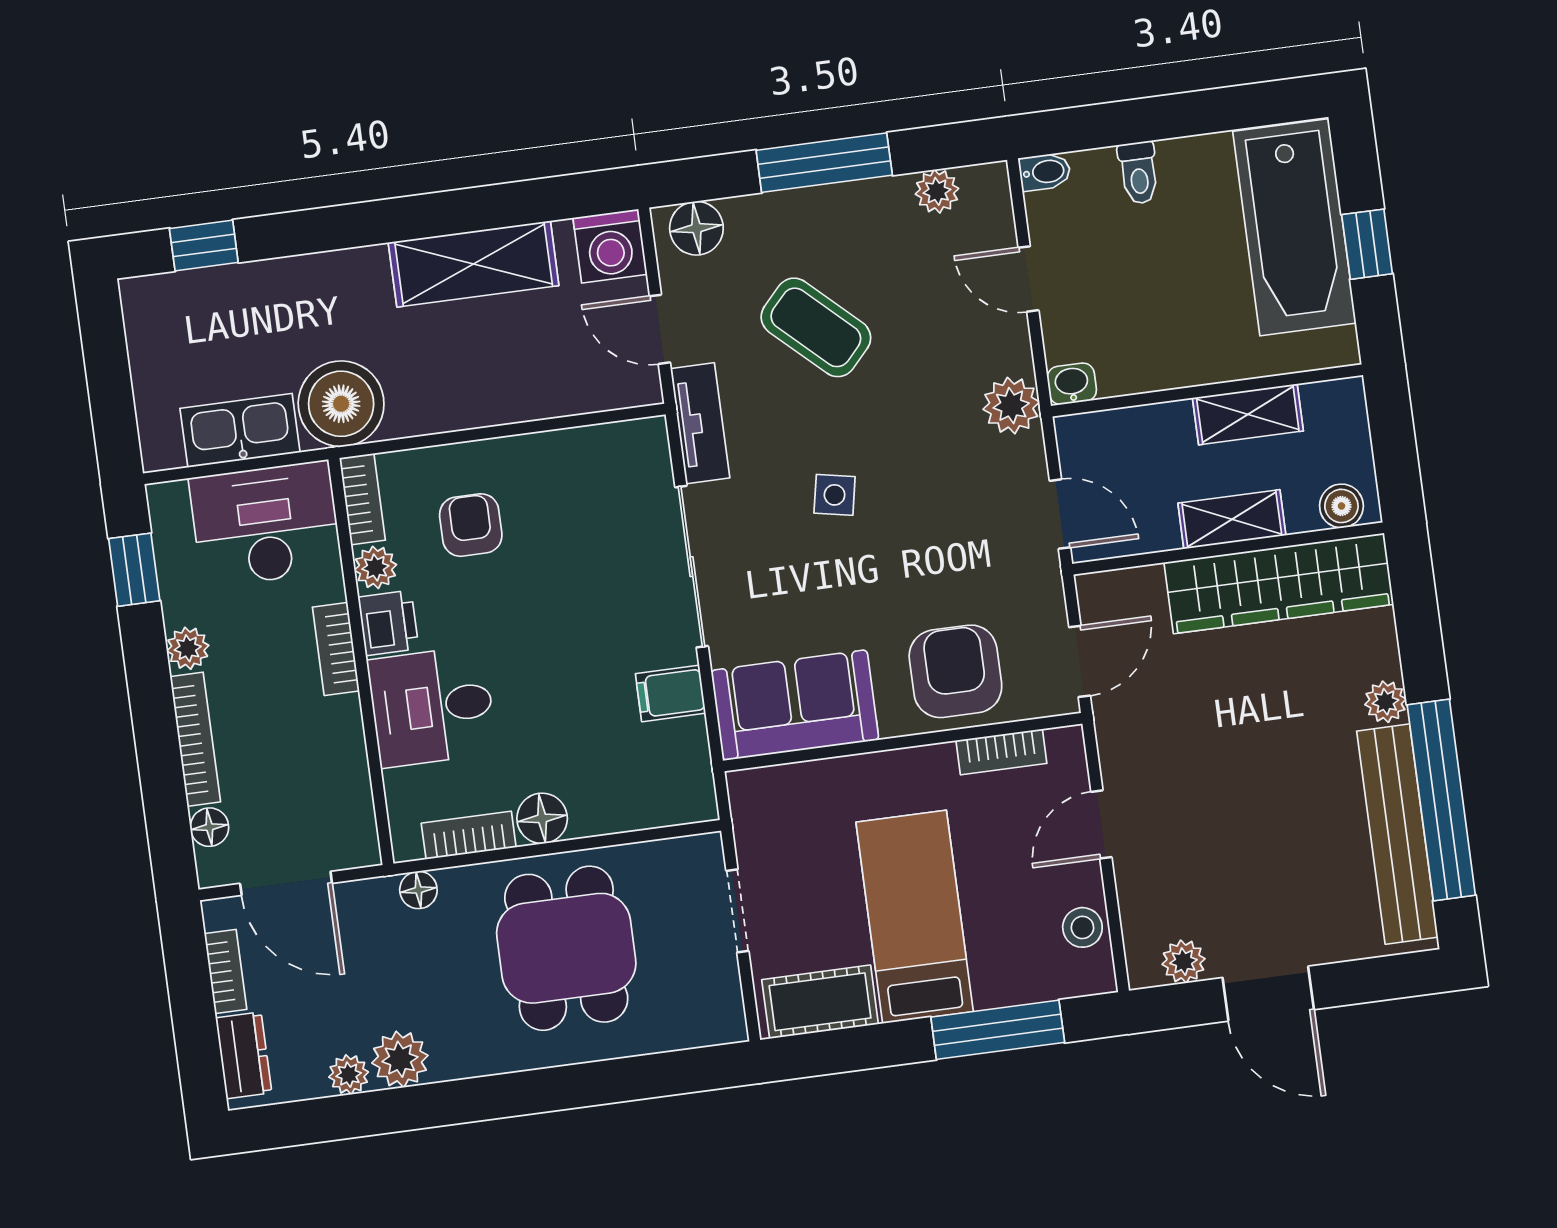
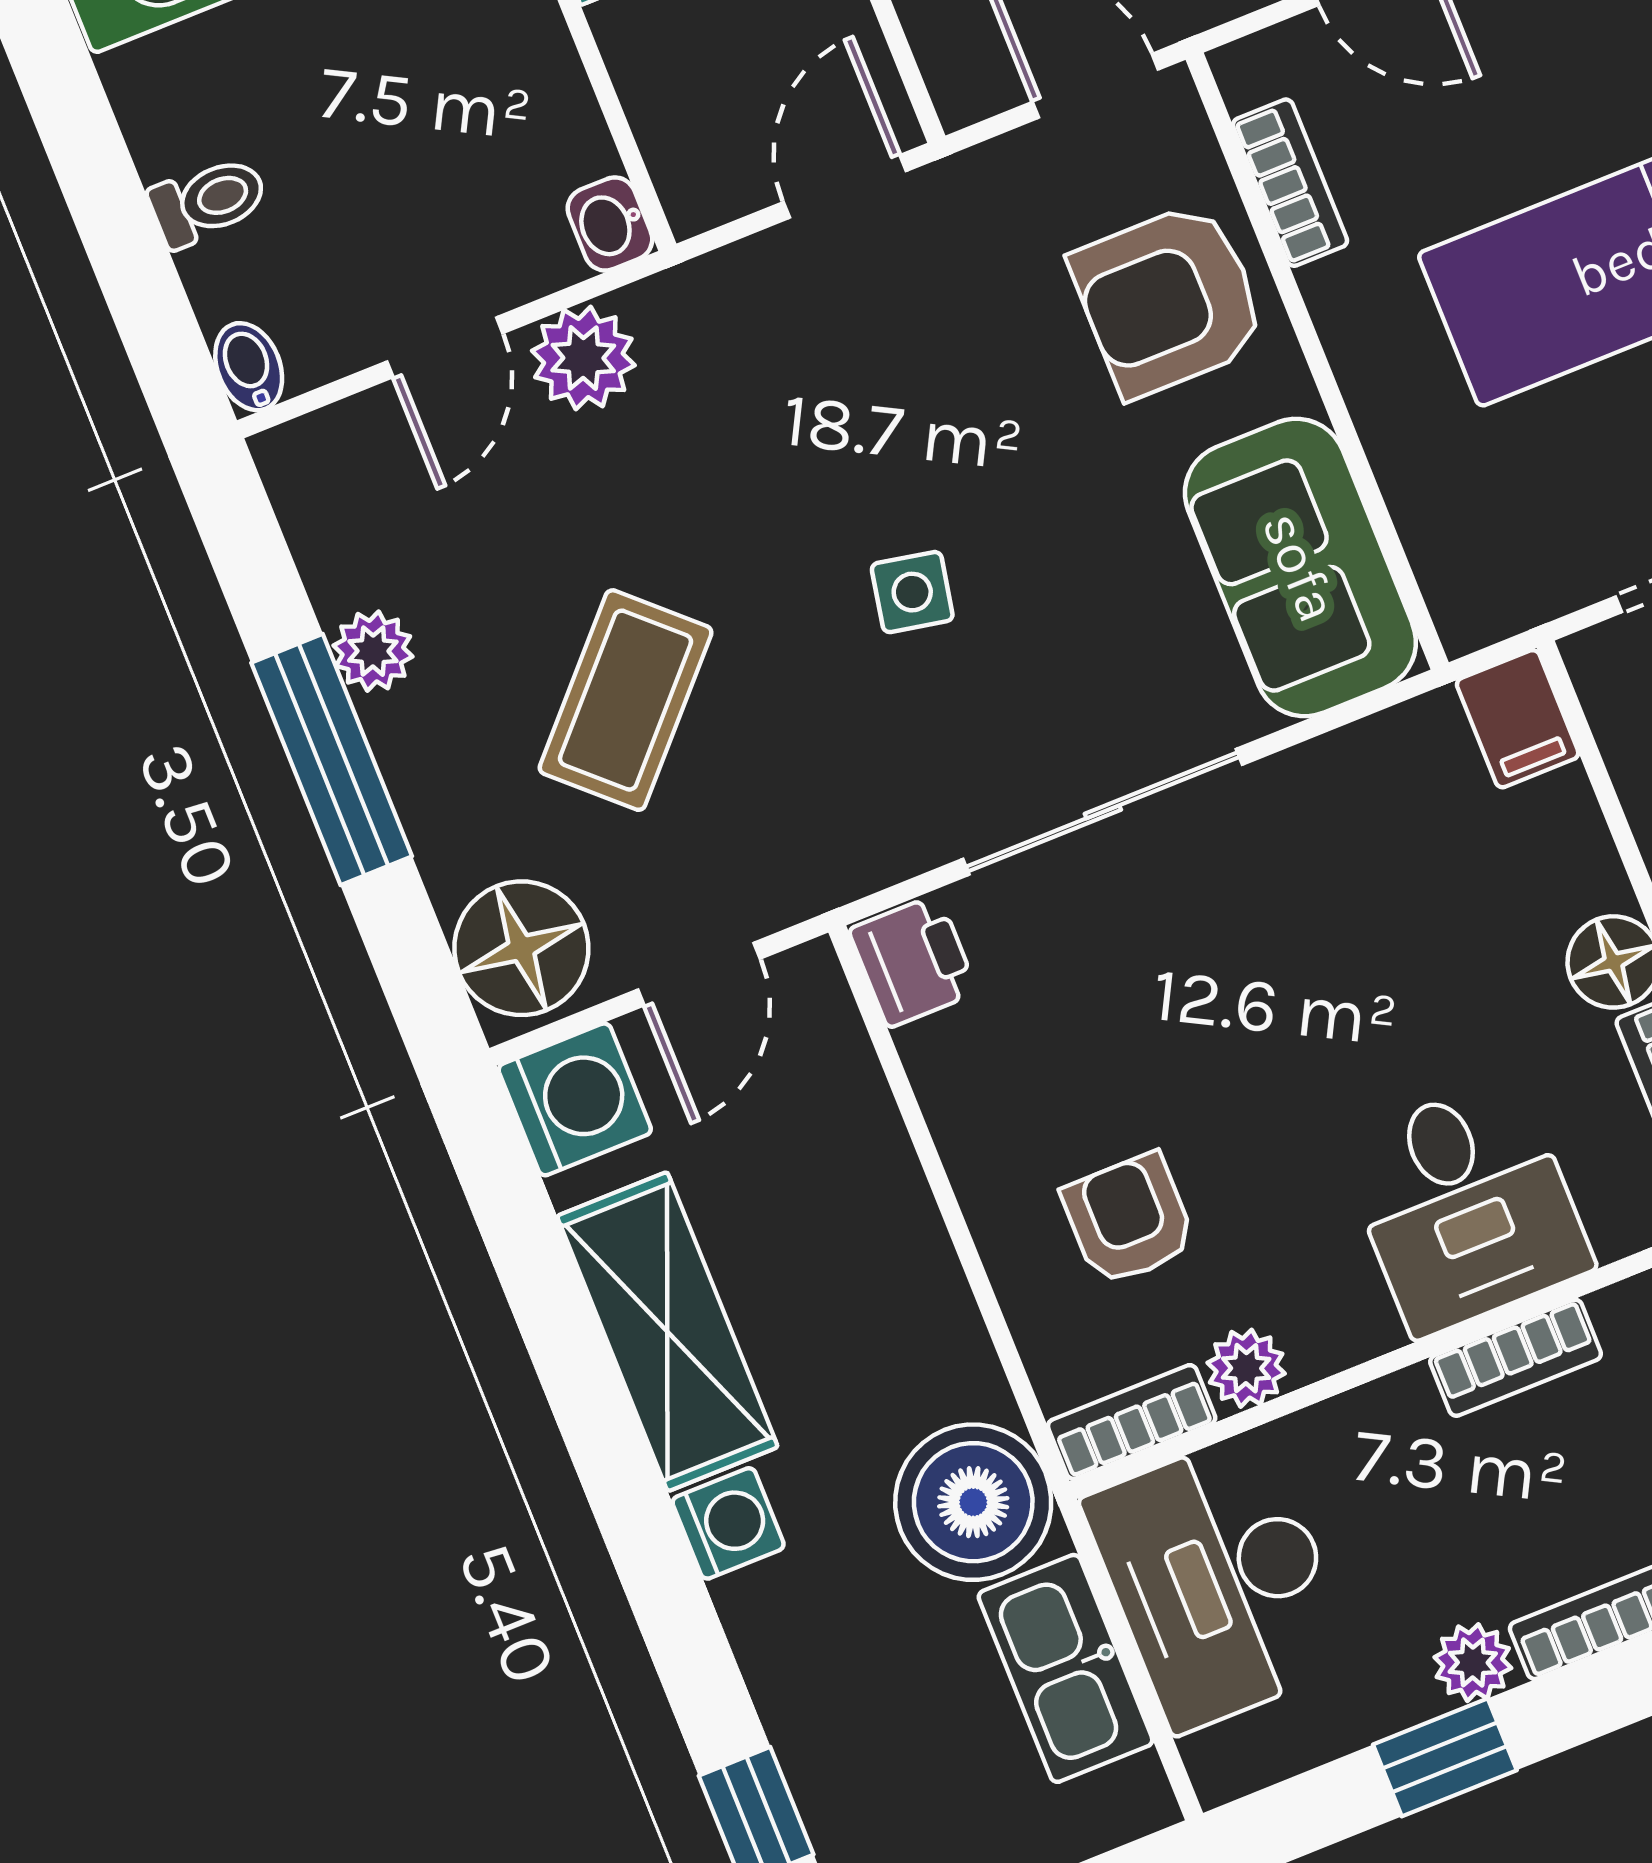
plant: (937, 191) -> (373, 651), moved
floor lamp: (696, 228) -> (521, 948), width x1.38, depth x1.38
washing machine: (363, 270) -> (728, 1523), added
plant: (1011, 406) -> (583, 358), moved
tv unit: (700, 423) -> (846, 861), removed
armchair: (471, 525) -> (1129, 1219), turned 90
window: (134, 570) -> (1445, 1757), moved
printer: (388, 623) -> (913, 961), moved, turned 90
bookcase: (336, 649) -> (1516, 1358), moved
filing cabinet: (671, 693) -> (1518, 719), moved

